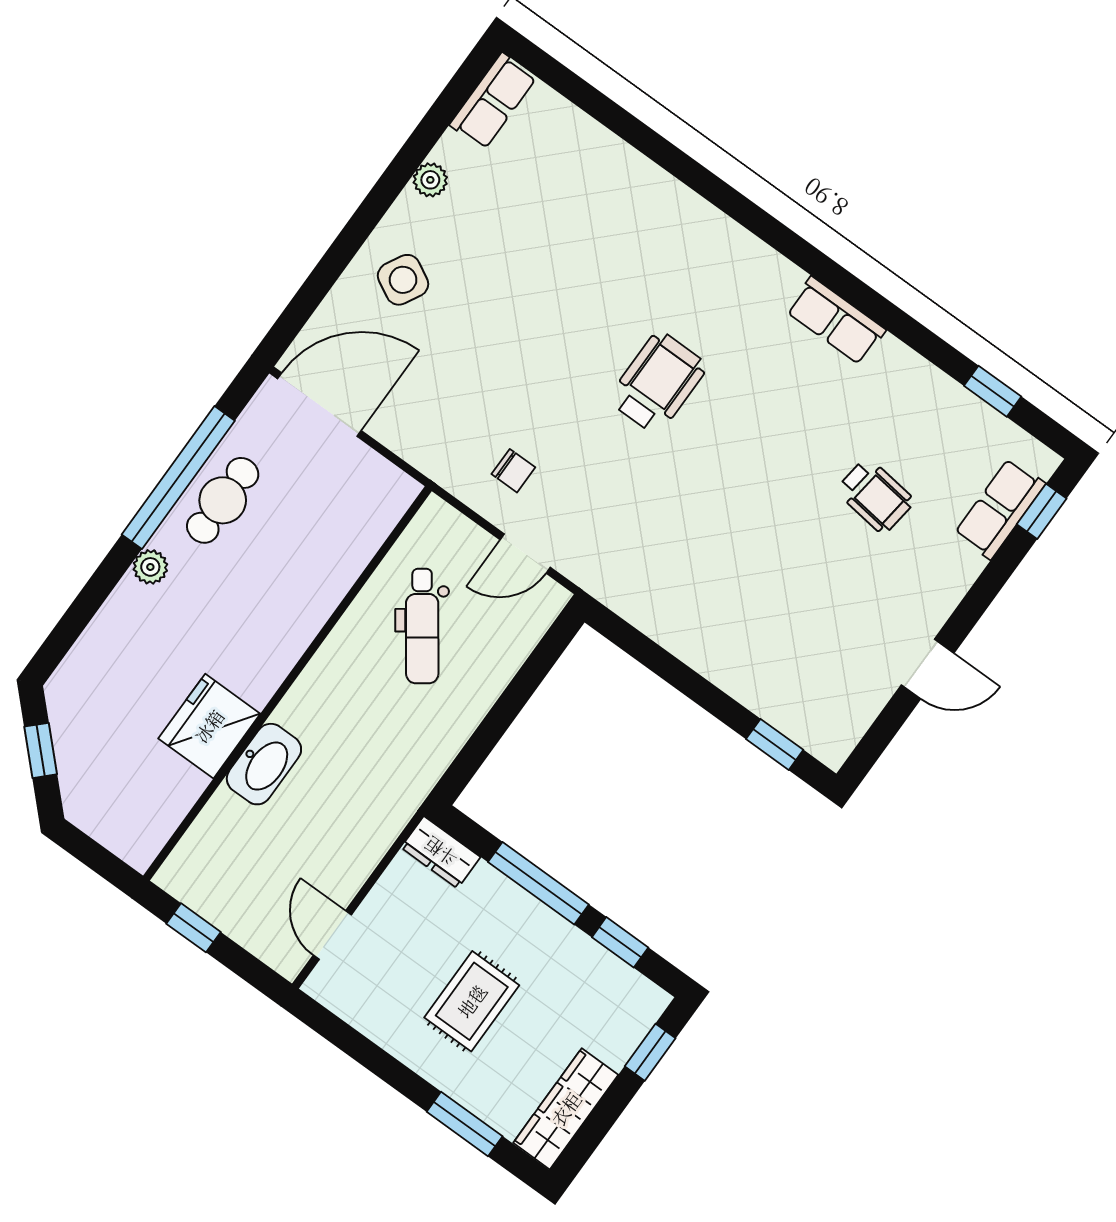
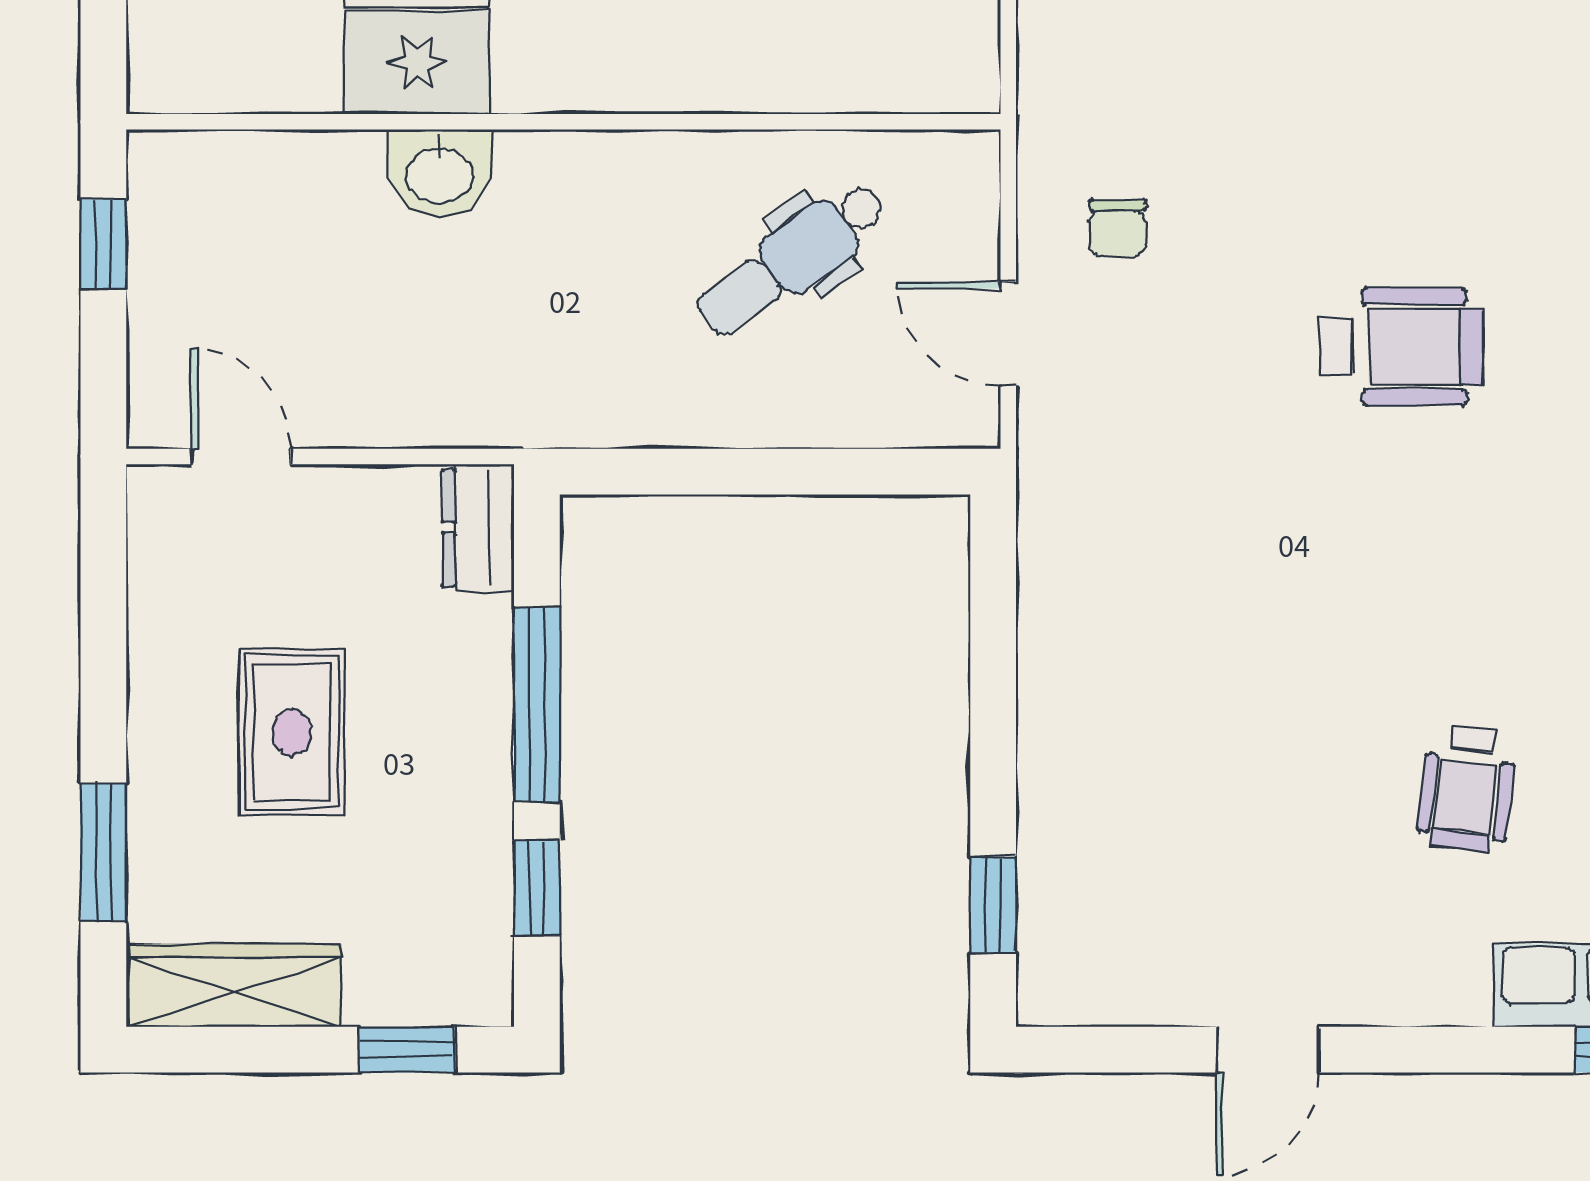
door: (928, 669) -> (1268, 1050), hinge flipped
washbasin: (264, 764) -> (440, 173), width x0.72
door: (332, 935) -> (241, 456), hinge flipped
rug: (472, 1001) -> (292, 732), turned 90

